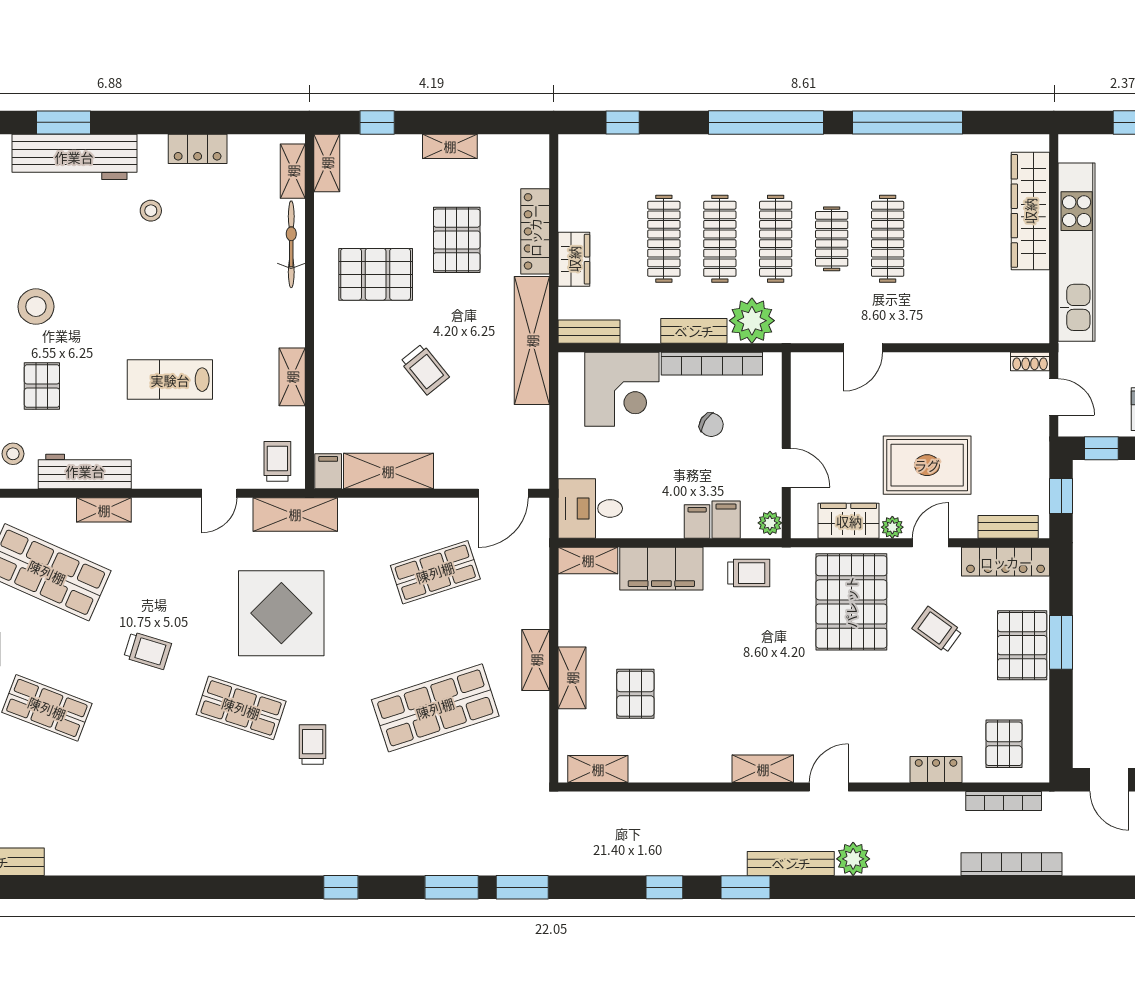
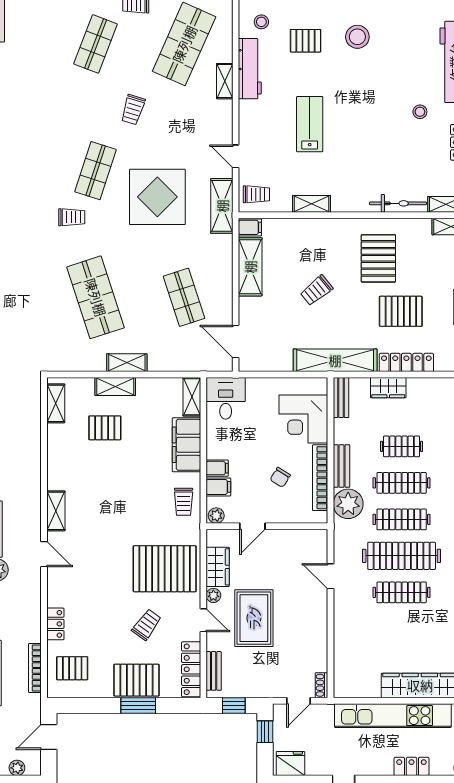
clothes rail: (664, 239) -> (402, 446), width x0.73
clothes rail: (832, 239) -> (402, 556), width x1.86, depth x1.31

